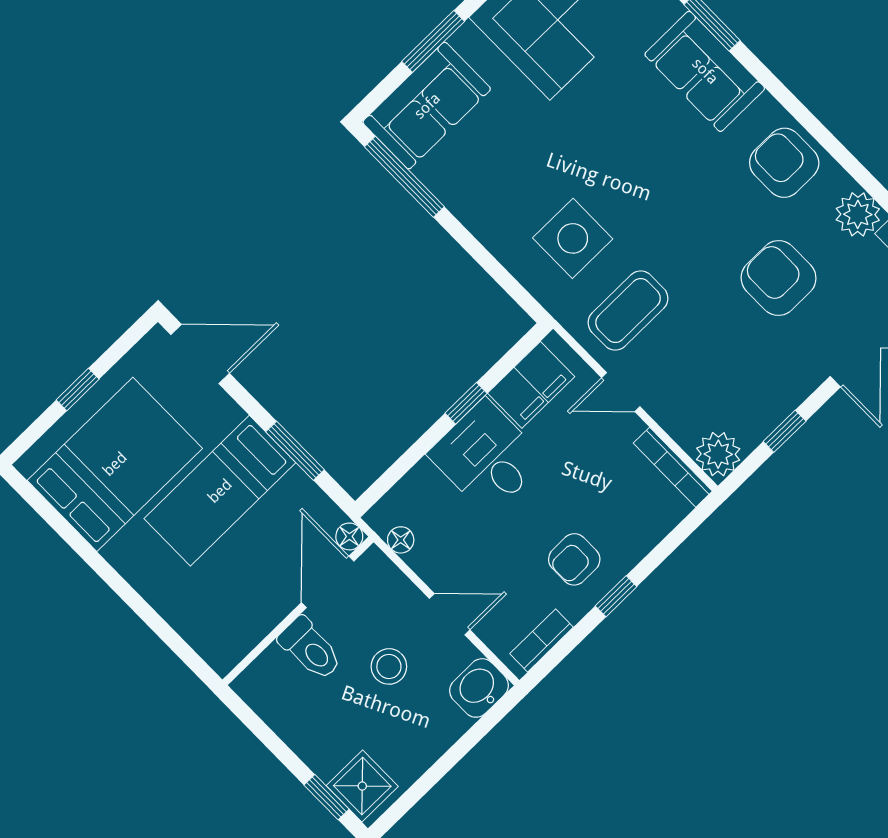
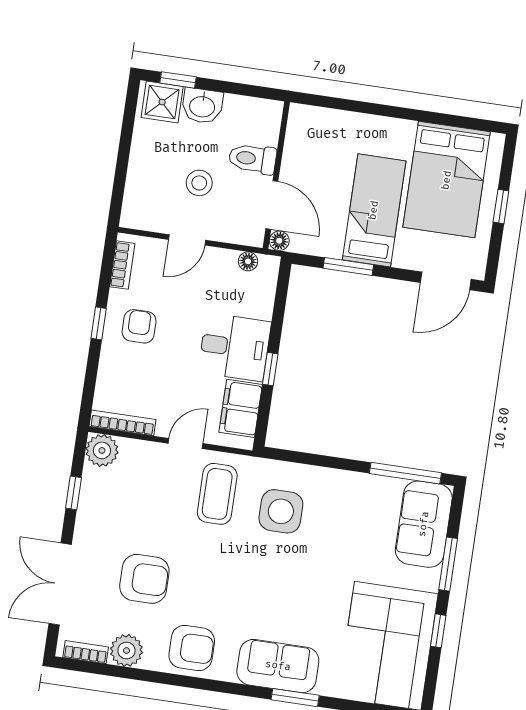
washbasin: (479, 688) -> (202, 106), moved, turned 90

